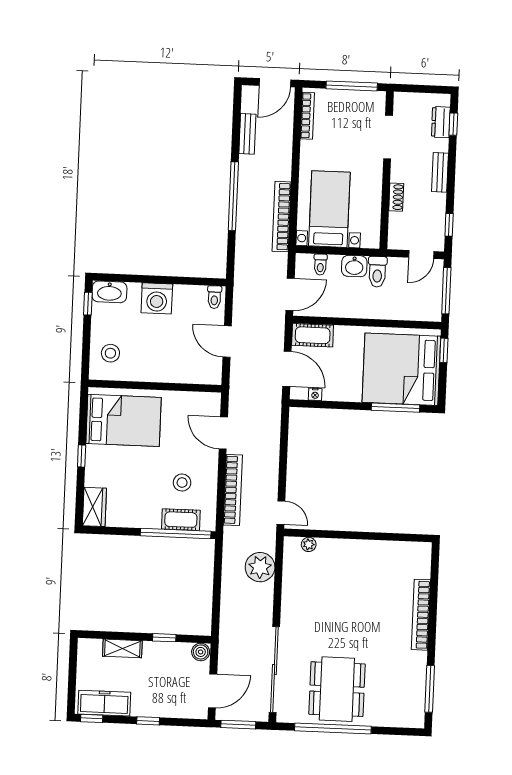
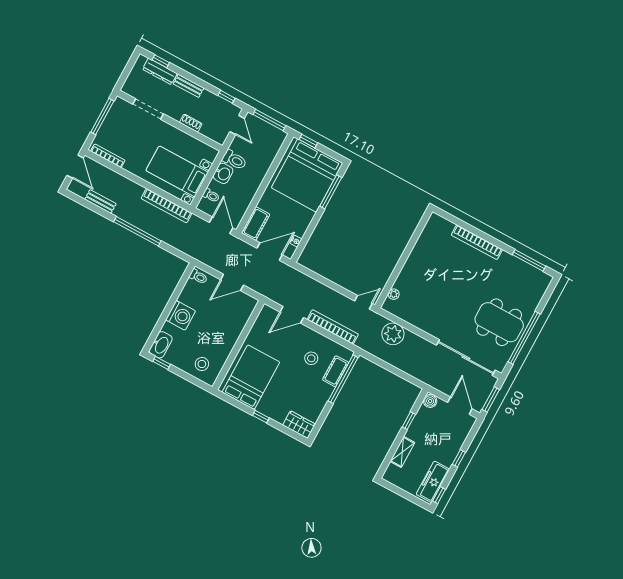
dresser: (441, 122) -> (160, 71), width x1.44

